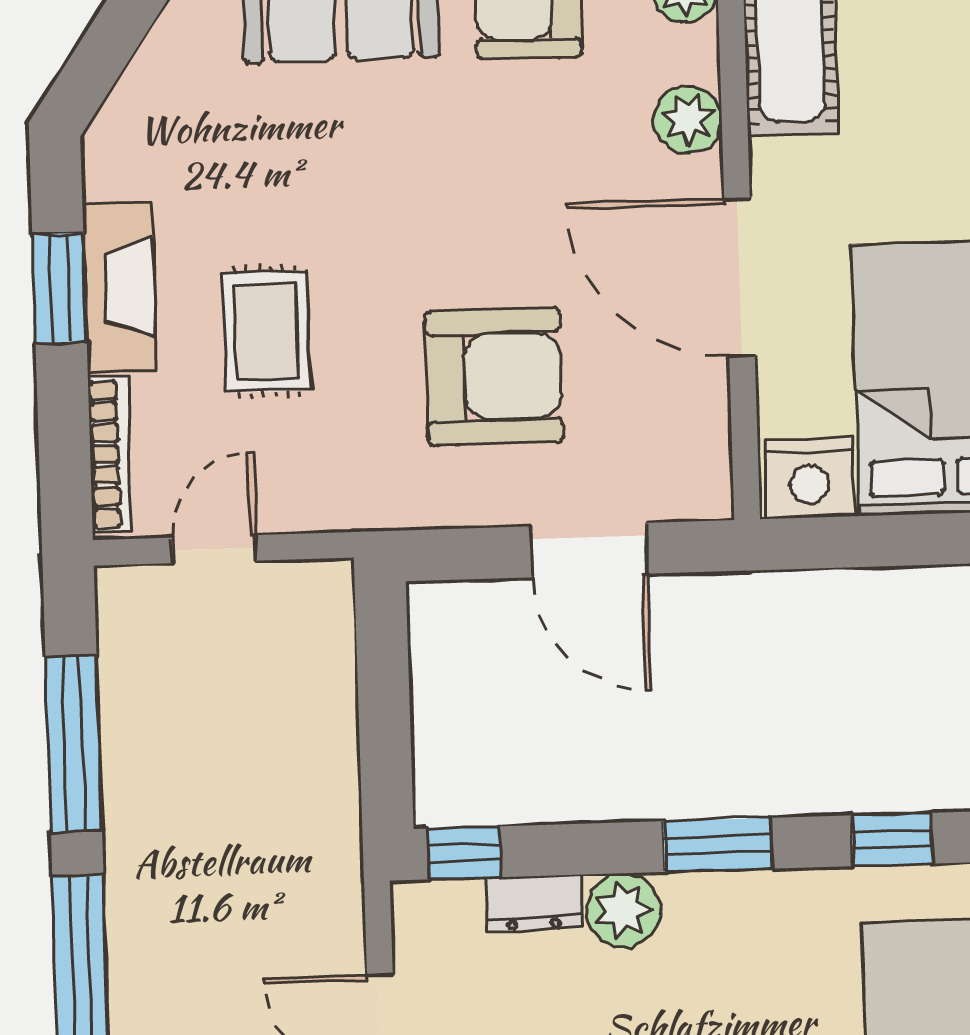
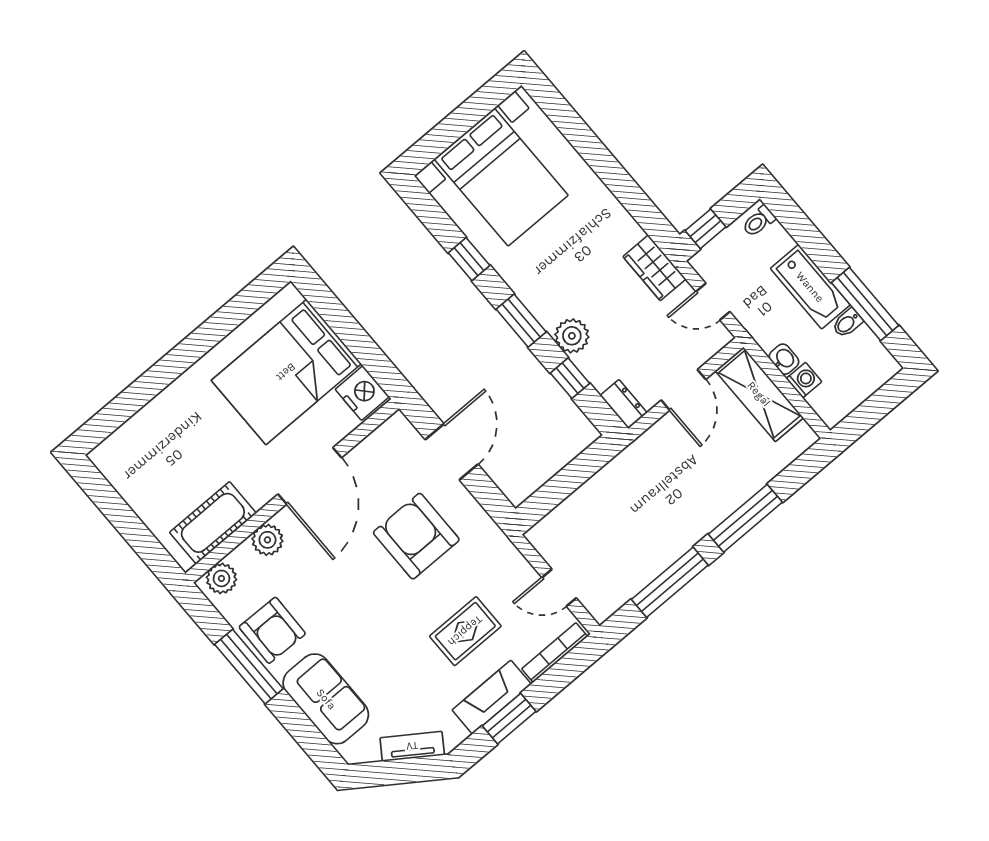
tv unit: (143, 86) -> (412, 746), added
window: (464, 853) -> (570, 378), moved
dresser: (534, 903) -> (624, 404), moved

